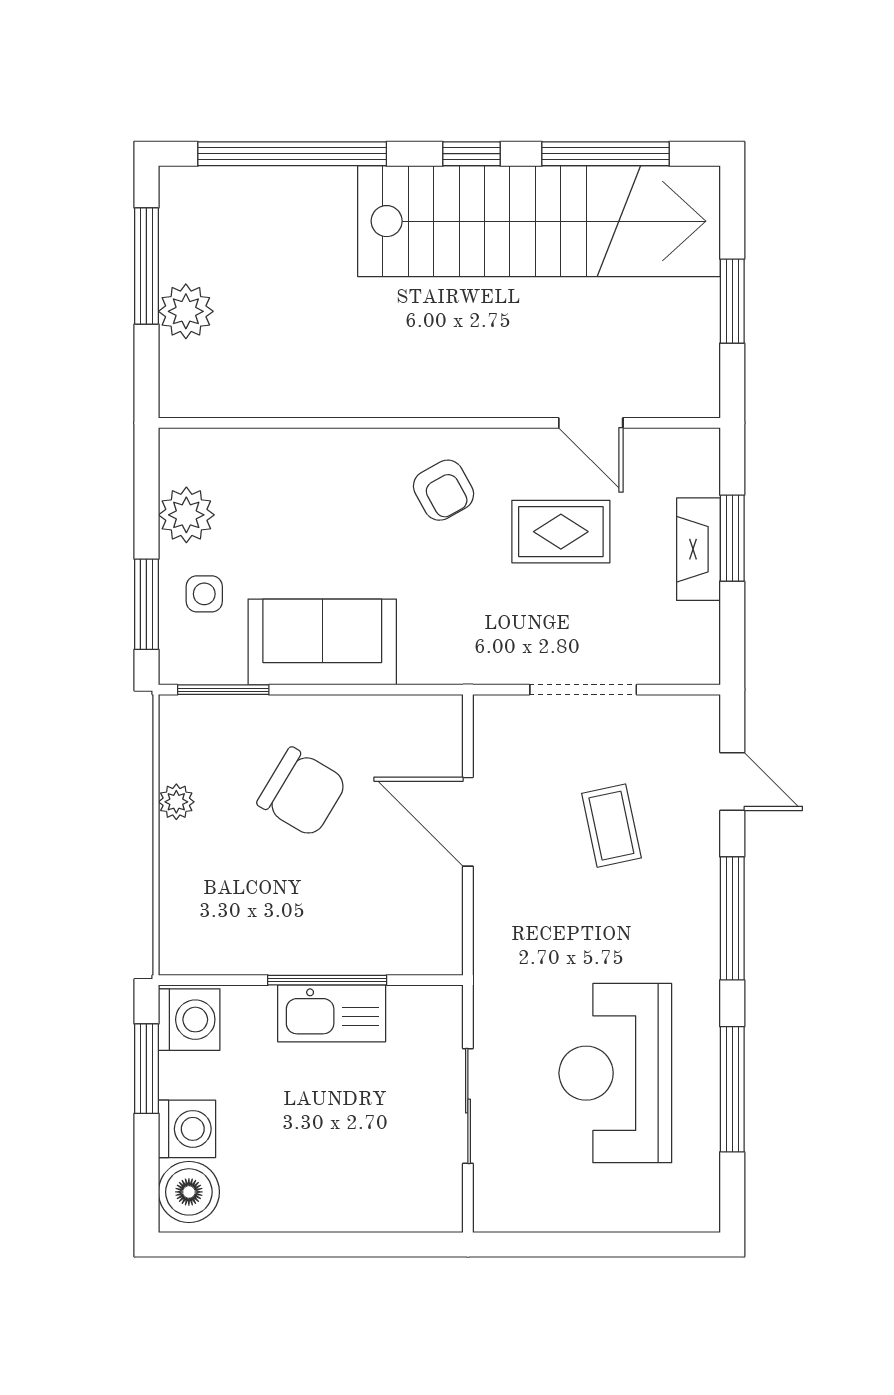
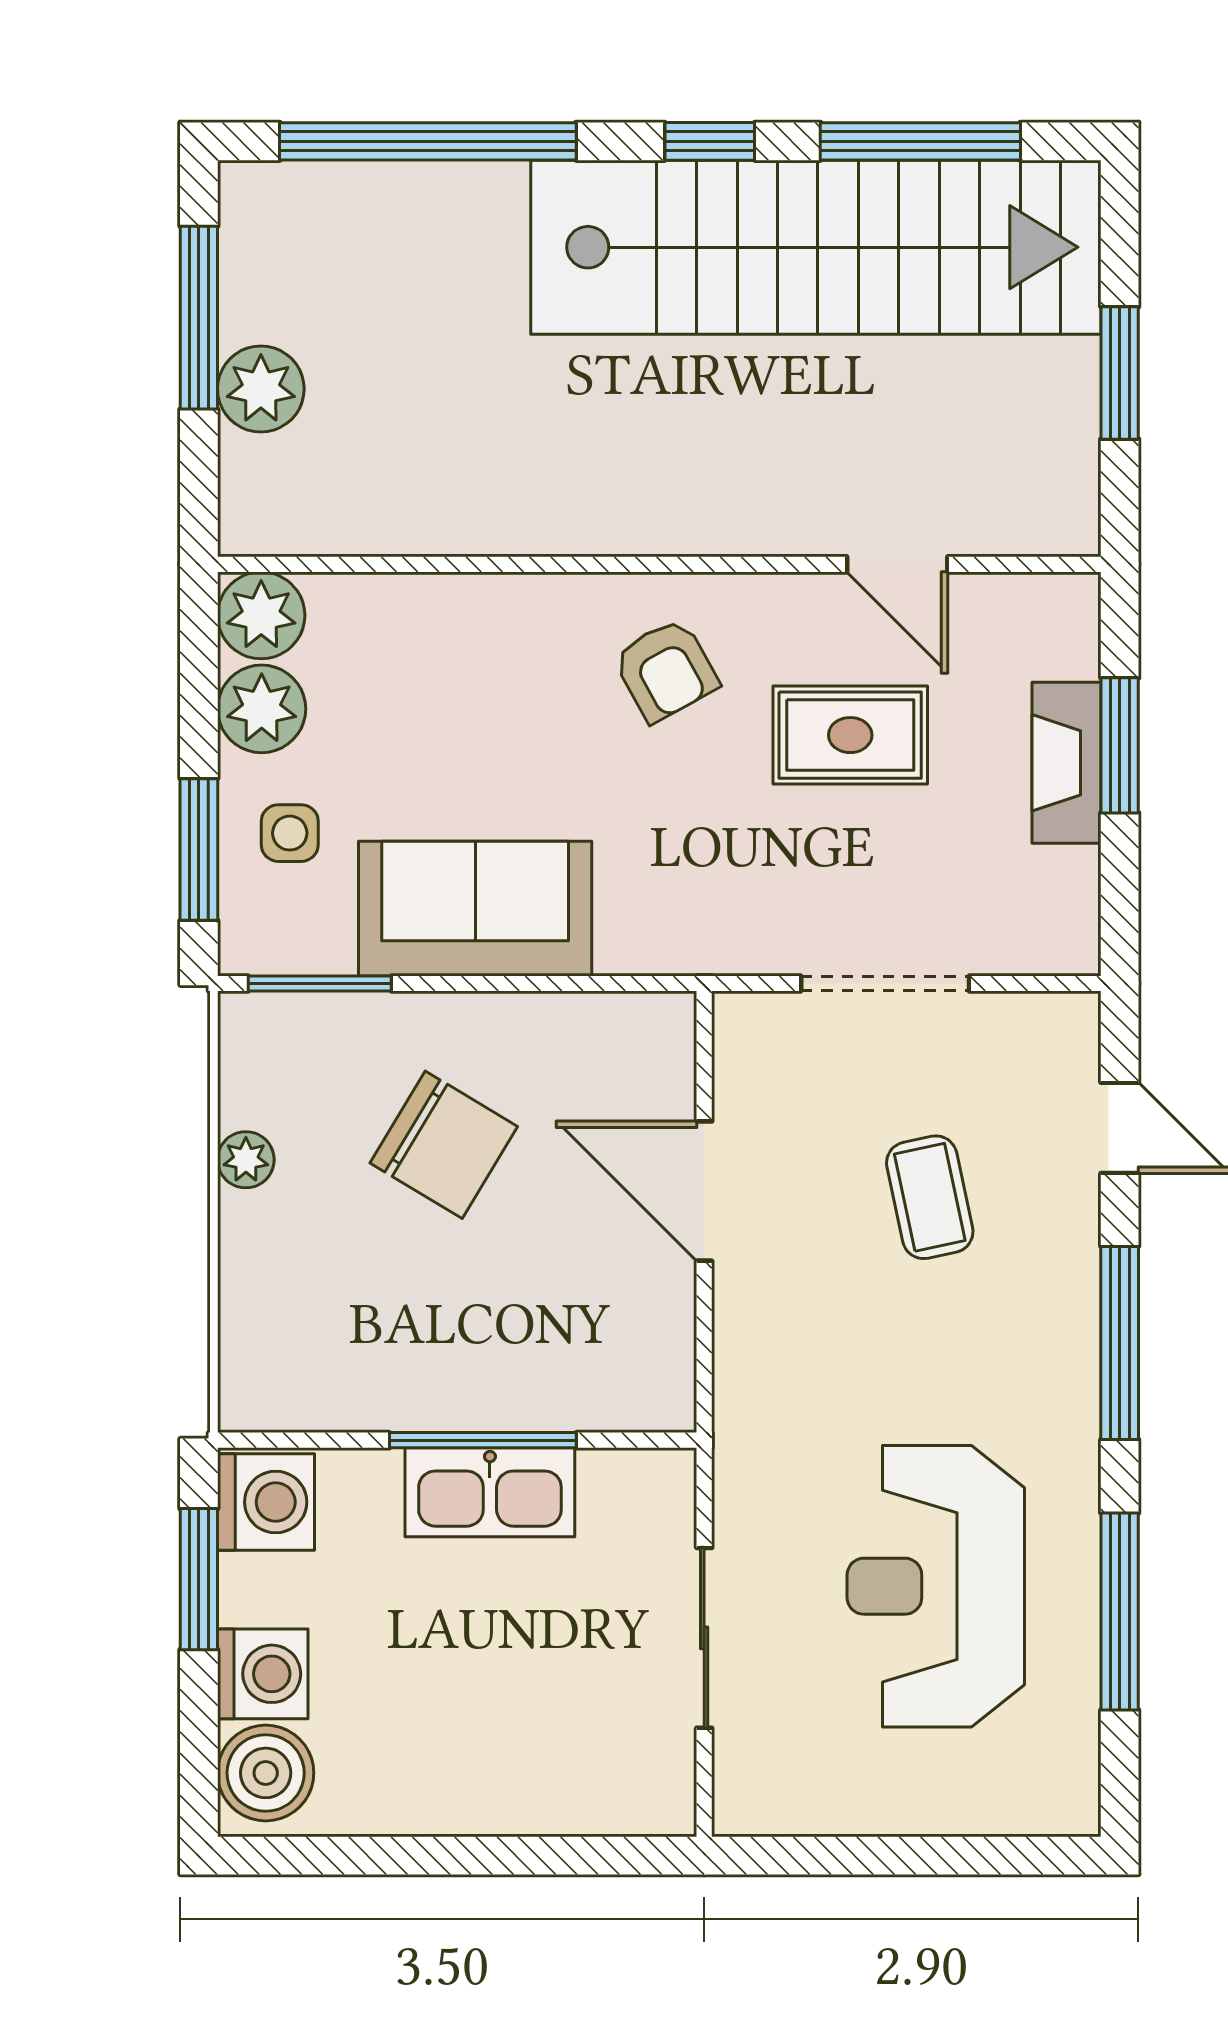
plant: (186, 455) -> (261, 615), added

